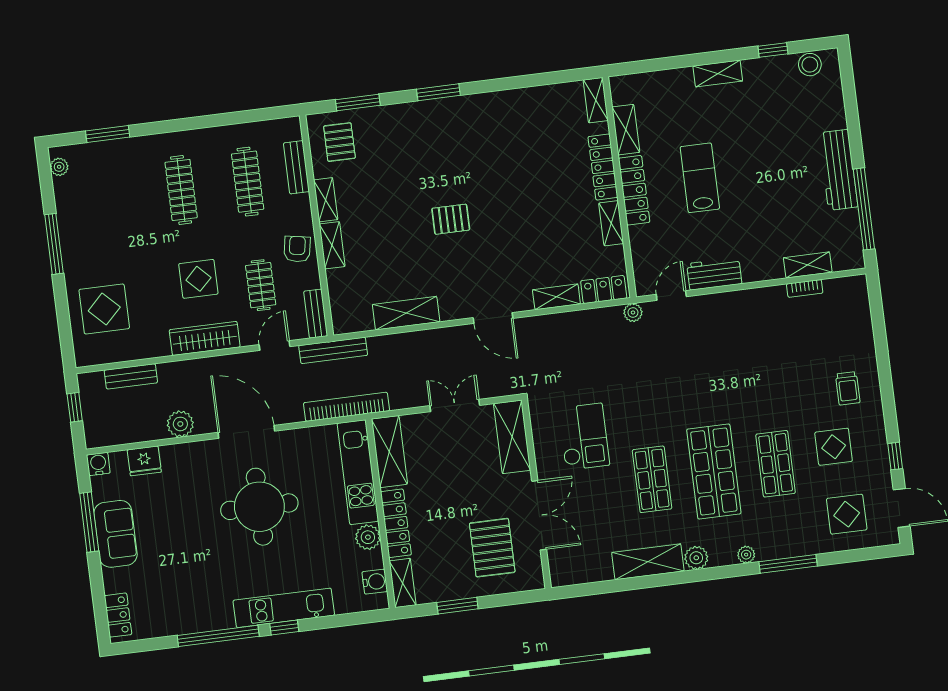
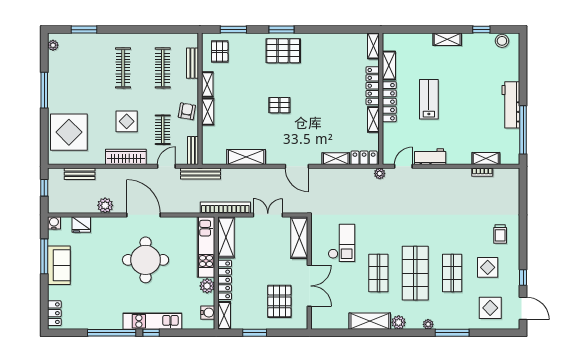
pallet: (446, 127) -> (283, 51), added
display table: (104, 309) -> (69, 132), width x1.36, depth x1.36
bookcase: (347, 407) -> (225, 208), moved

